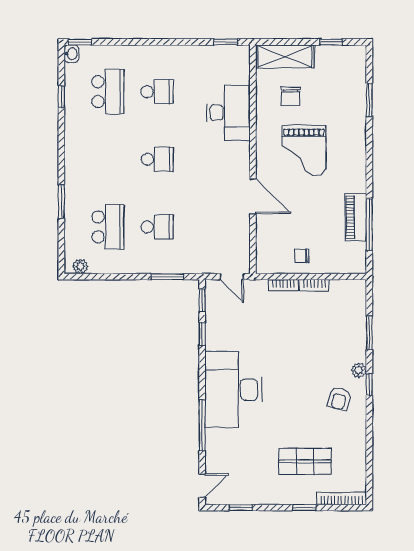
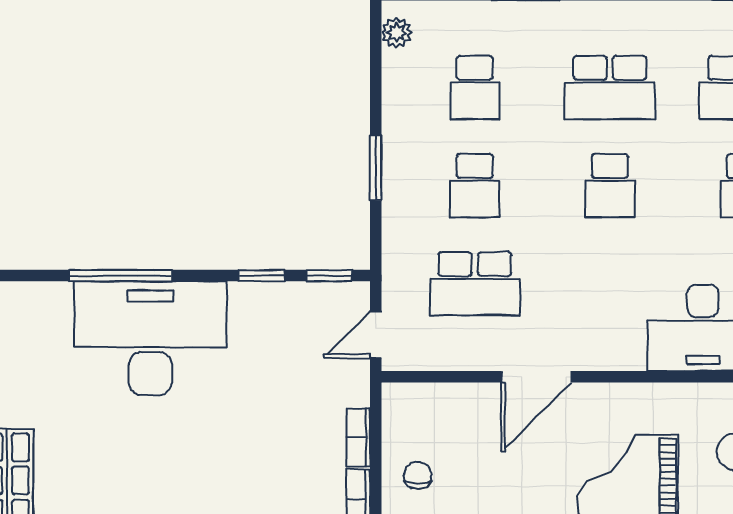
school desk: (108, 159) -> (610, 88), added
school desk: (108, 227) -> (475, 88), width x0.54
school desk: (206, 227) -> (475, 284), added
window: (167, 277) -> (376, 168), moved
window: (202, 425) -> (120, 276), moved

